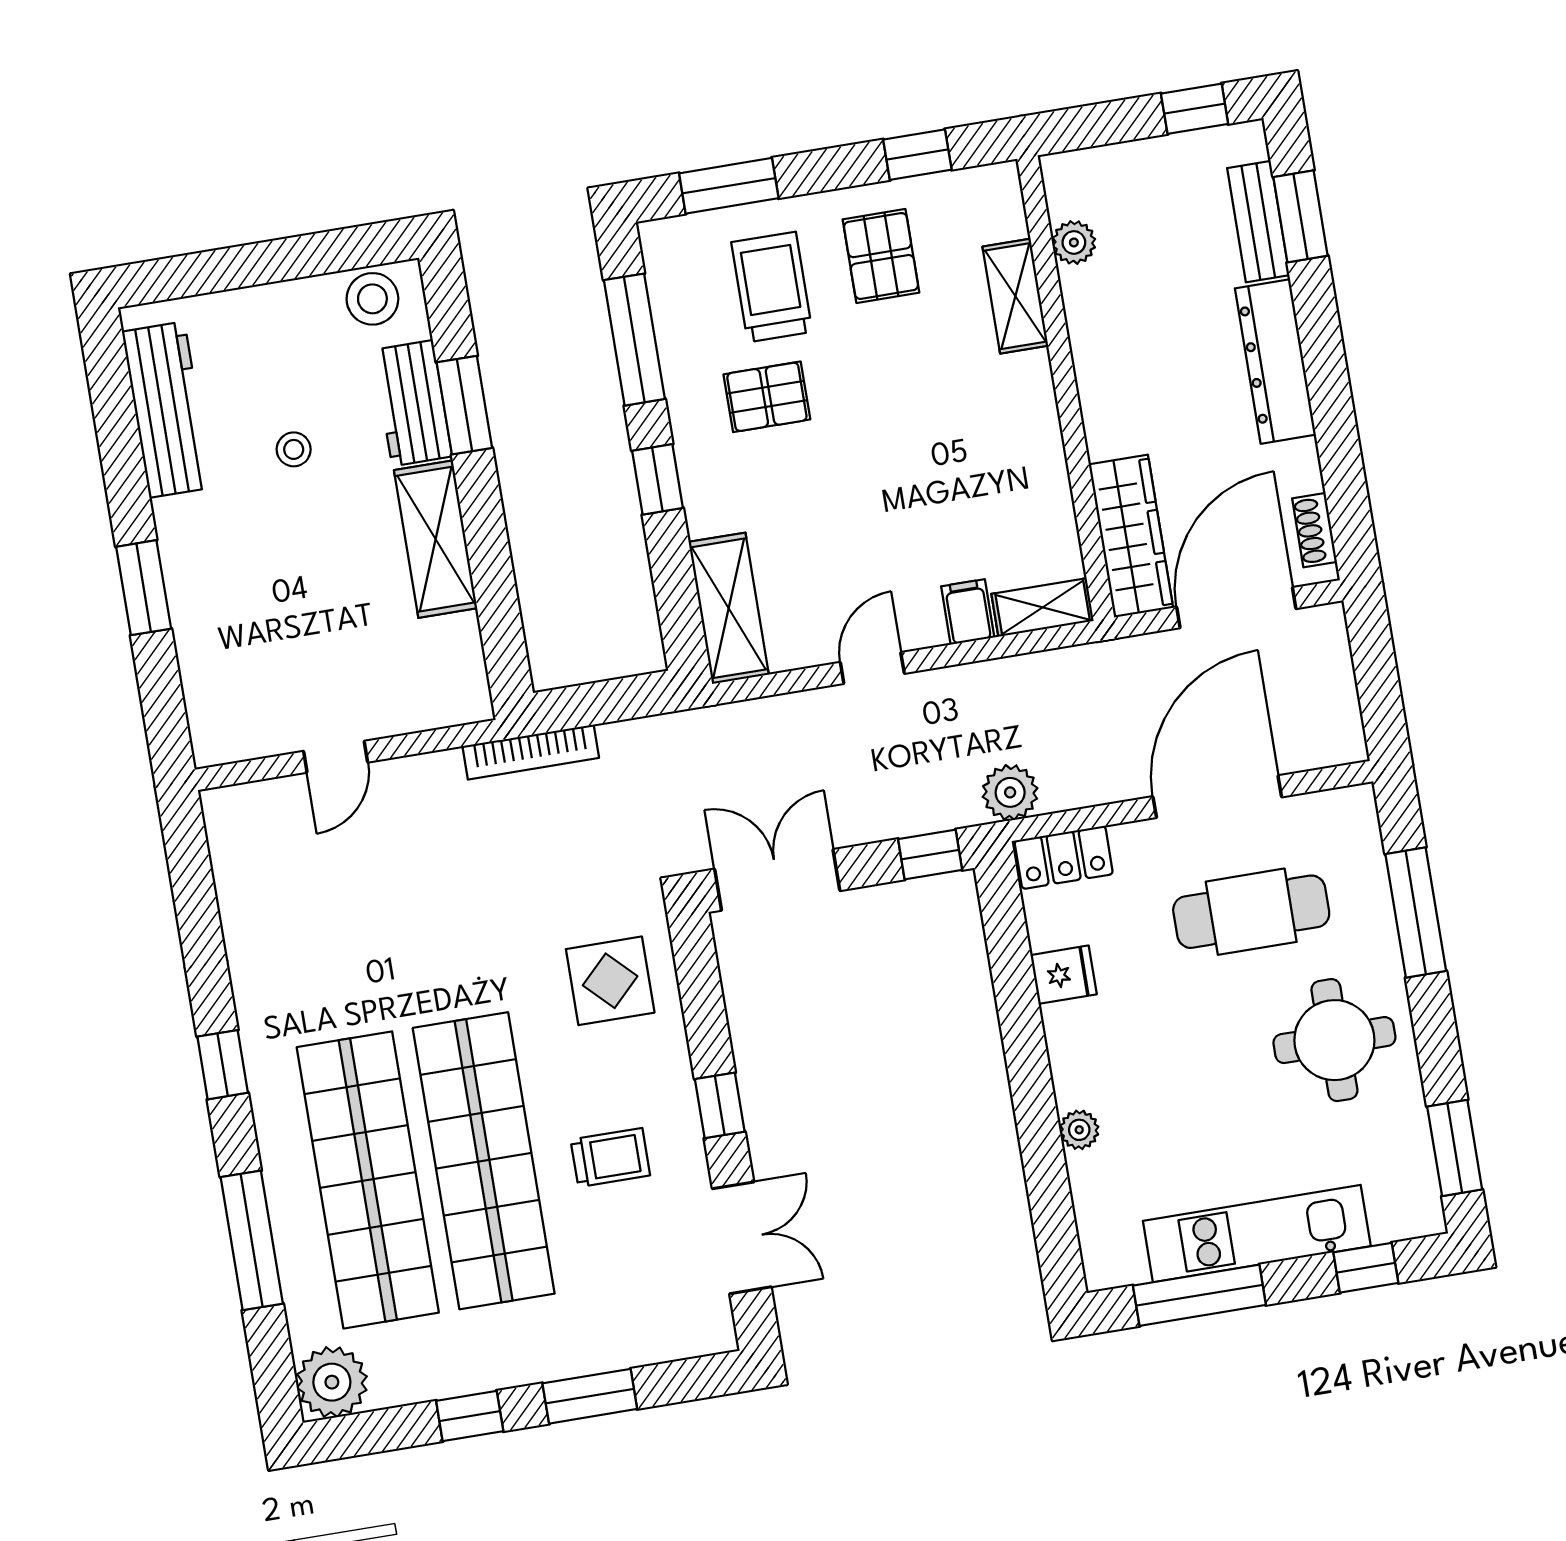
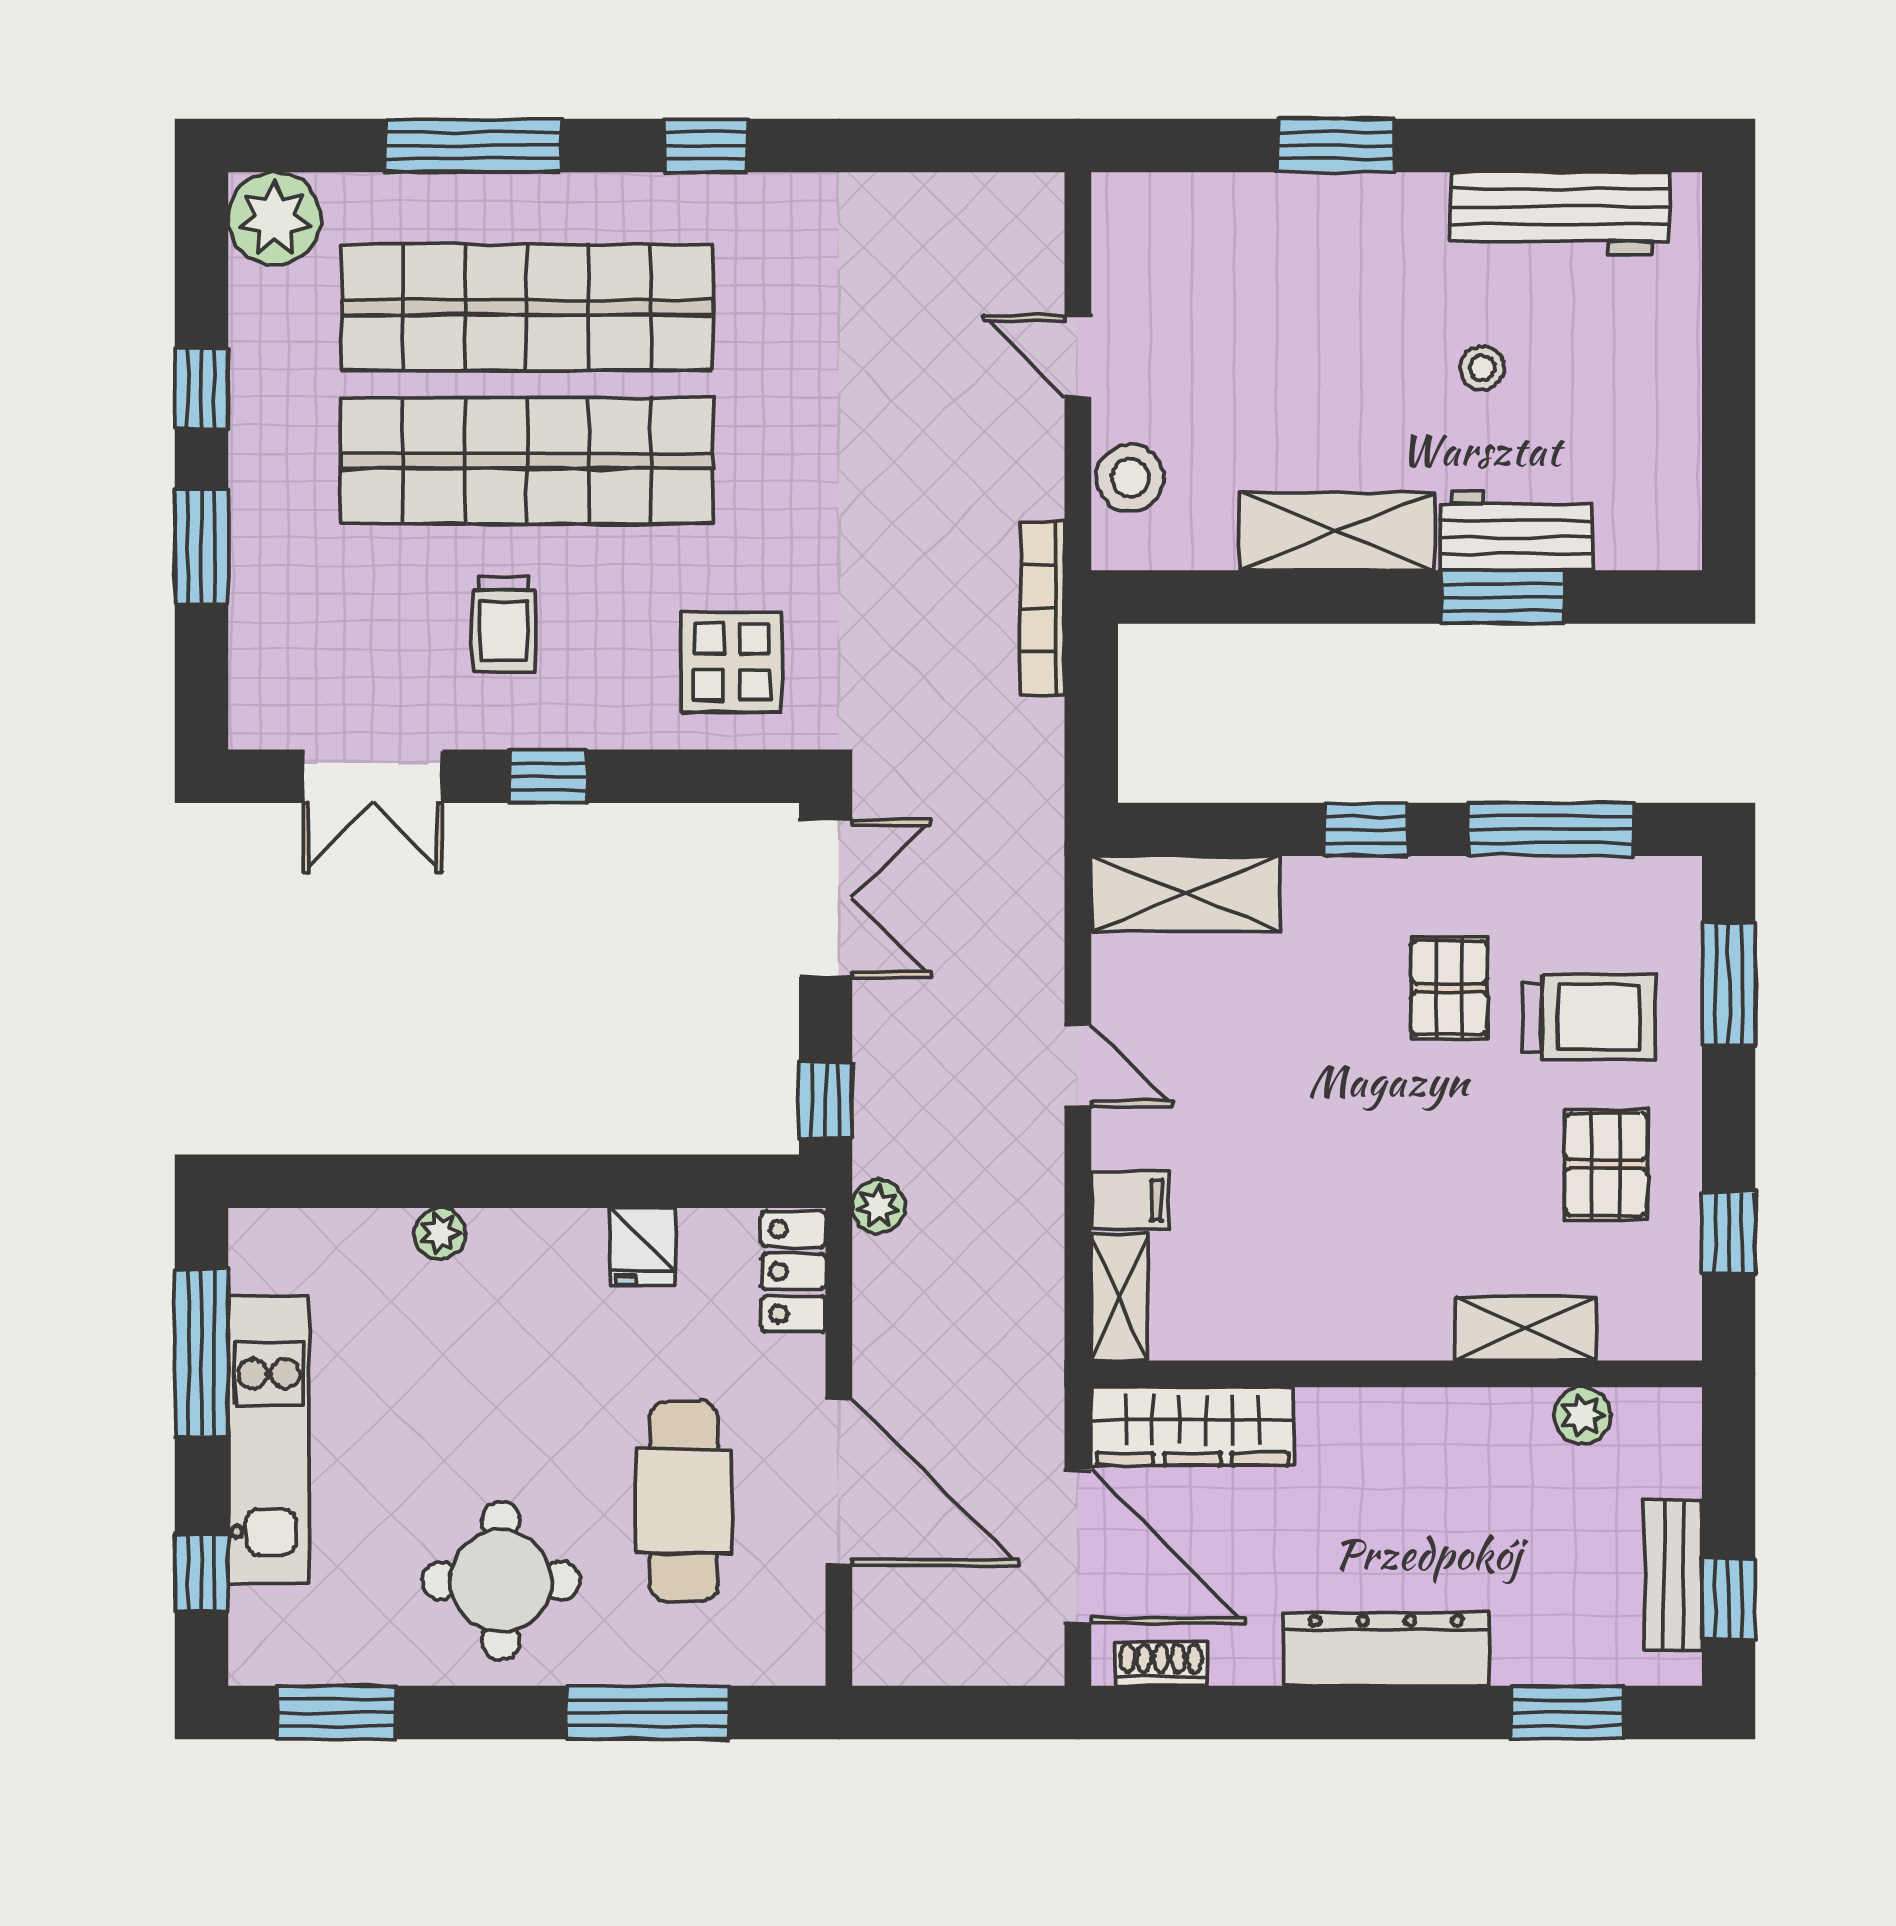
bench: (1258, 222) -> (1673, 1575), moved, turned 90
pallet: (881, 256) -> (1606, 1164), turned 90
stool: (372, 299) -> (1130, 478), moved
plant: (1010, 792) -> (879, 1206), width x0.73, depth x0.73

